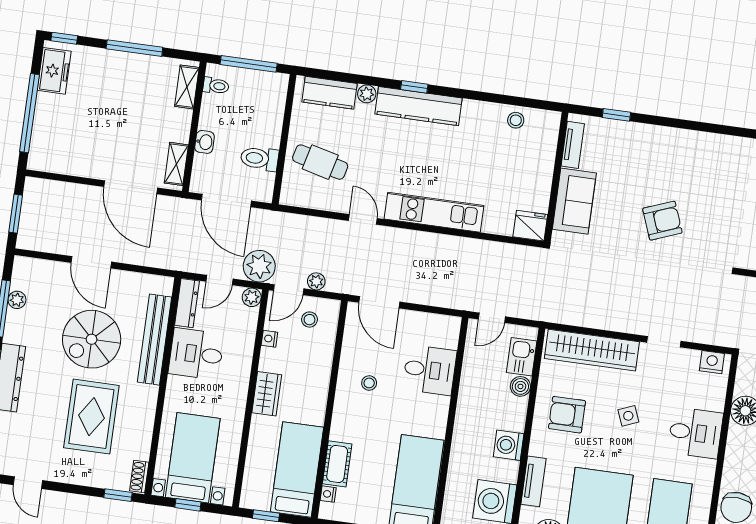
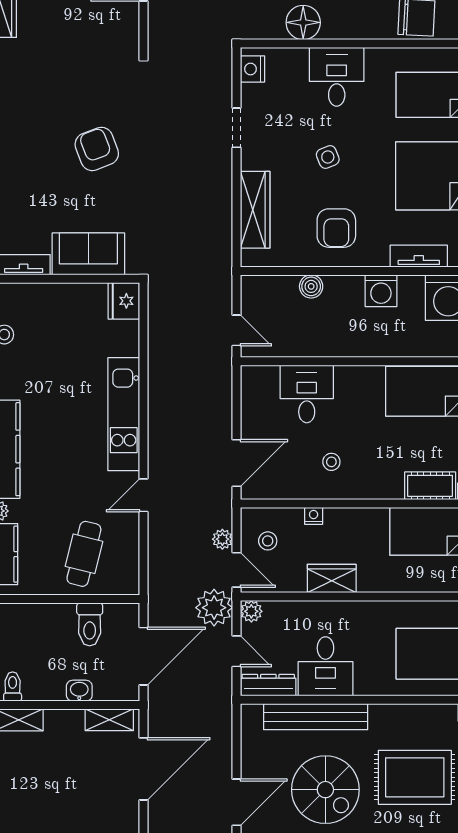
nightstand: (269, 339) -> (314, 516), moved, turned 180
wardrobe: (592, 350) -> (255, 210), width x0.71, depth x0.85
kitchen sink: (522, 357) -> (277, 290), removed
wardrobe: (267, 394) -> (332, 578), moved

